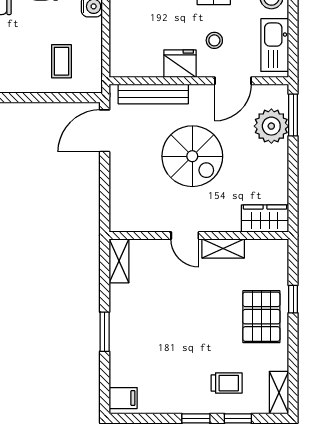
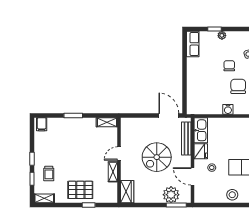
kitchen sink: (275, 45) -> (201, 130), moved, turned 90
coffee table: (61, 61) -> (202, 95), removed

